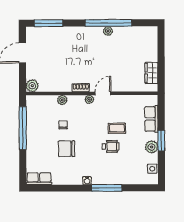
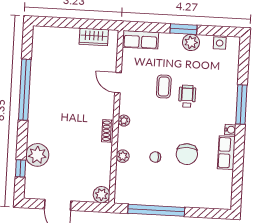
window: (49, 23) -> (21, 168), width x0.46
plant: (108, 31) -> (37, 155), moved, width x1.88, depth x1.88
door: (103, 93) -> (118, 83), moved
row of seats: (151, 119) -> (140, 40), moved
row of seats: (39, 179) -> (226, 153), moved

